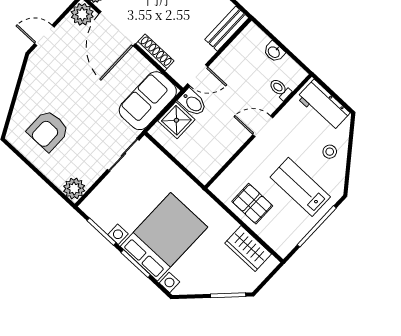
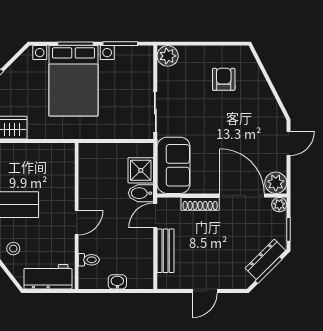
bench: (227, 29) -> (166, 251), moved
armchair: (48, 131) -> (224, 79), width x0.72, depth x0.72
pallet: (252, 204) -> (33, 162), removed

